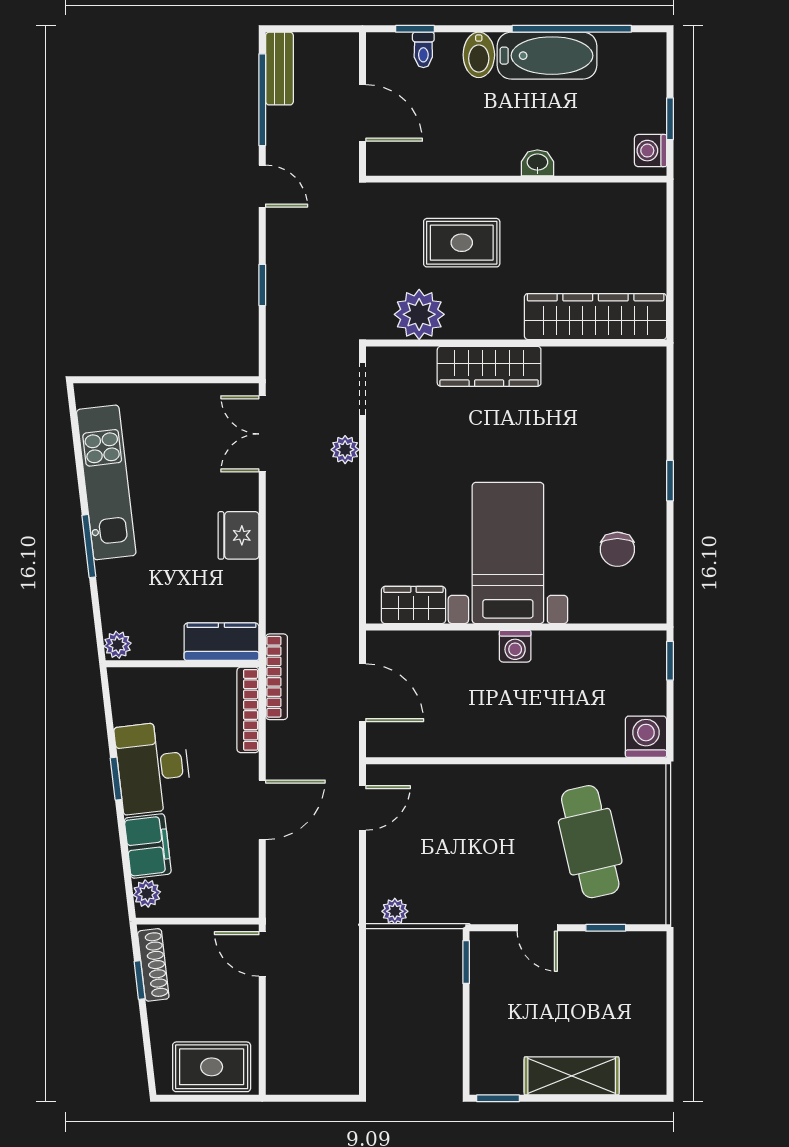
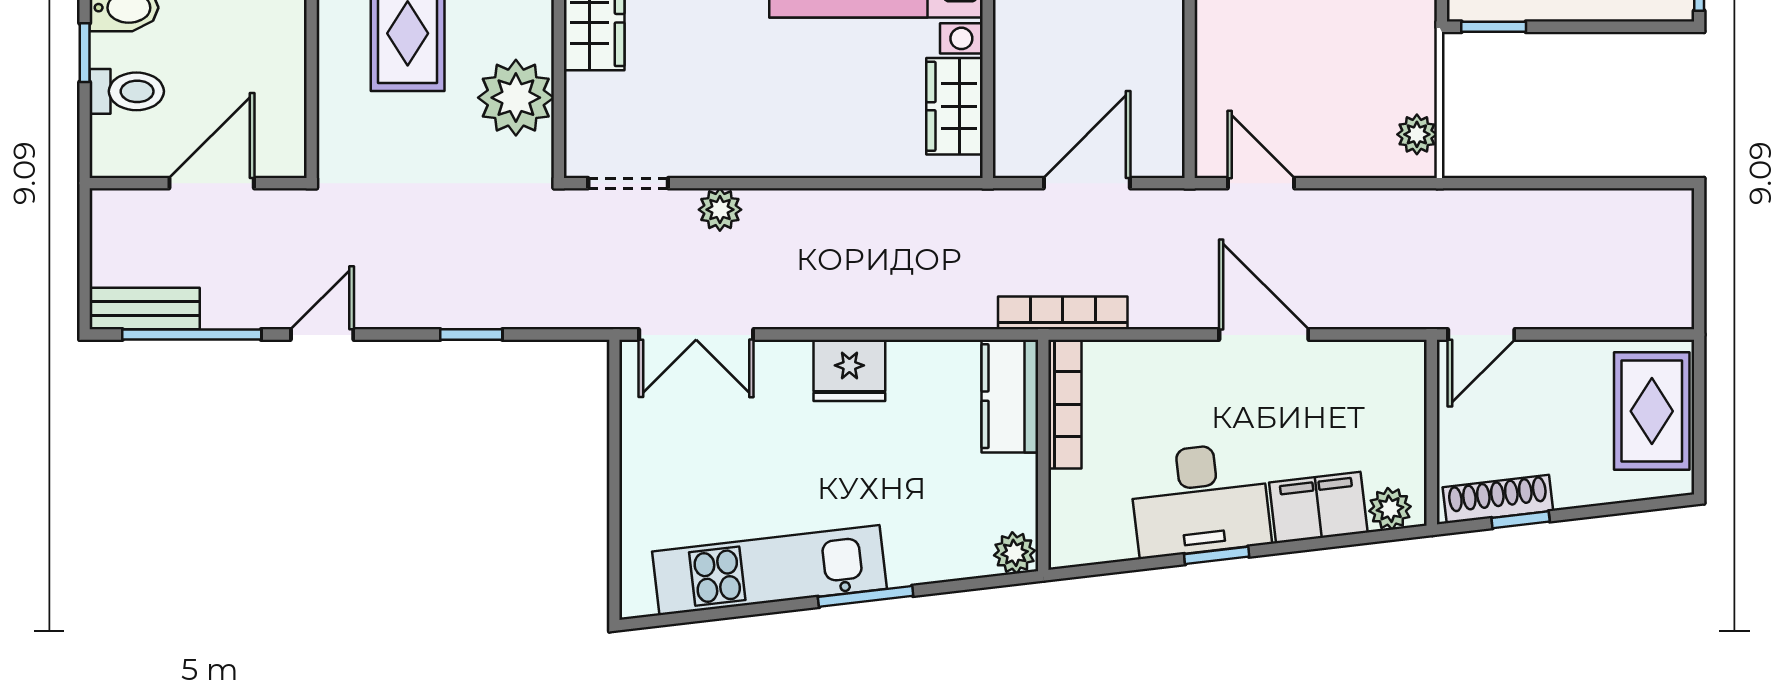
window: (415, 29) -> (85, 53), moved
toilet: (423, 50) -> (127, 91), width x1.37, depth x1.39
bookcase: (248, 710) -> (1065, 404), moved, turned -90

